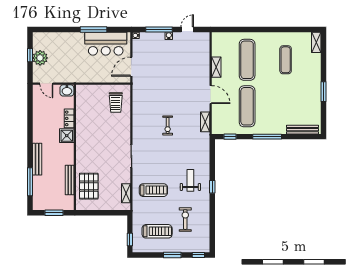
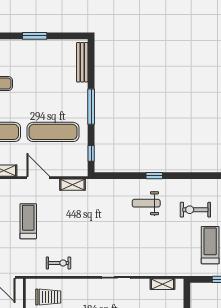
door: (211, 95) -> (38, 178), hinge flipped
exercise bike: (168, 126) -> (58, 263), moved
treadmill: (153, 190) -> (28, 221), moved

